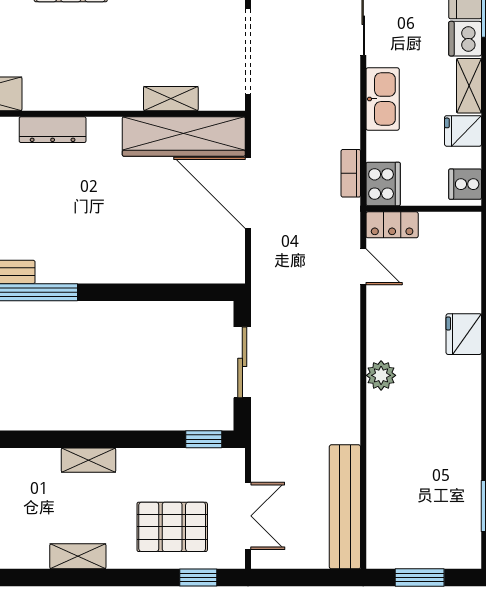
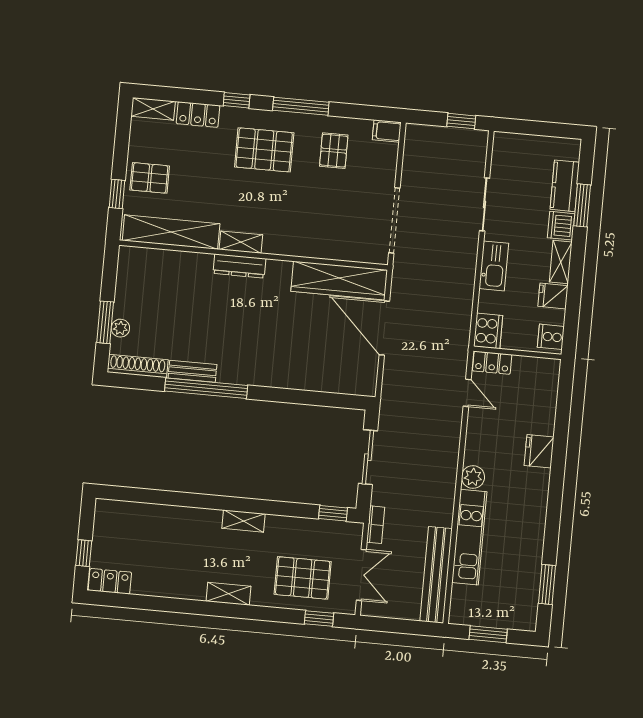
shelving: (171, 99) -> (241, 242), moved
bookcase: (351, 173) -> (376, 525), moved, turned 180
kitchen unit: (383, 454) -> (469, 537), added

